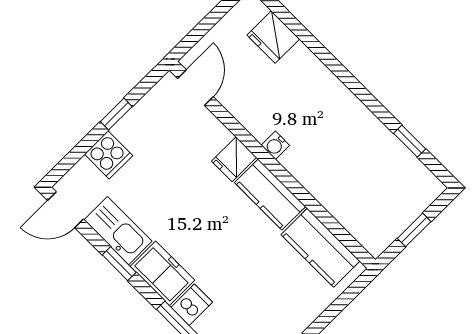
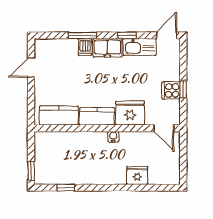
fridge: (273, 37) -> (137, 176), moved
cooker: (109, 155) -> (171, 91), moved
fridge: (234, 159) -> (130, 113), width x1.88, depth x1.34
window: (414, 230) -> (31, 171), moved

